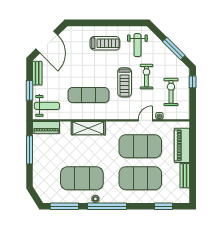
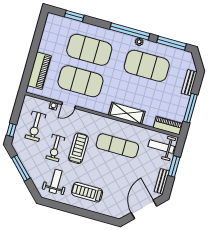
bench: (185, 176) -> (189, 83), moved

